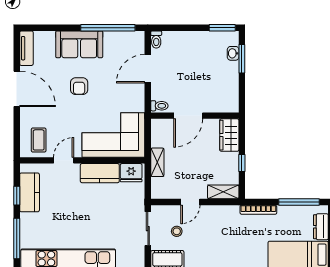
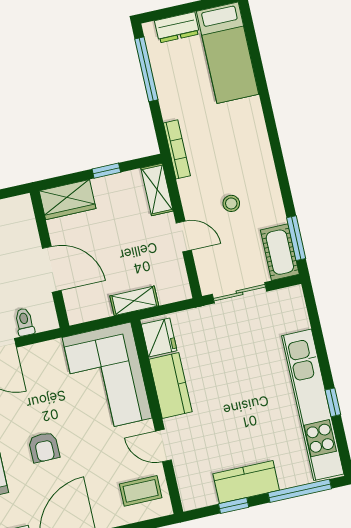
armchair: (79, 86) -> (44, 447), turned 90
toilet: (159, 106) -> (25, 322), moved
kitchen counter: (30, 192) -> (246, 482), moved
bookcase: (258, 210) -> (177, 149), moved
stool: (177, 231) -> (231, 203), moved

